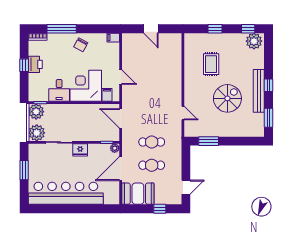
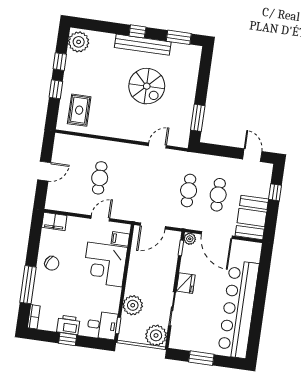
window: (248, 29) -> (60, 62), moved
filing cabinet: (113, 38) -> (54, 221), width x2.00
rug: (211, 64) -> (79, 110), moved, turned 90
cafe table: (152, 72) -> (100, 178), added
desk: (59, 90) -> (102, 325), moved
spiral stairs: (227, 98) -> (147, 86), turned 180
plant: (36, 112) -> (133, 305), moved

